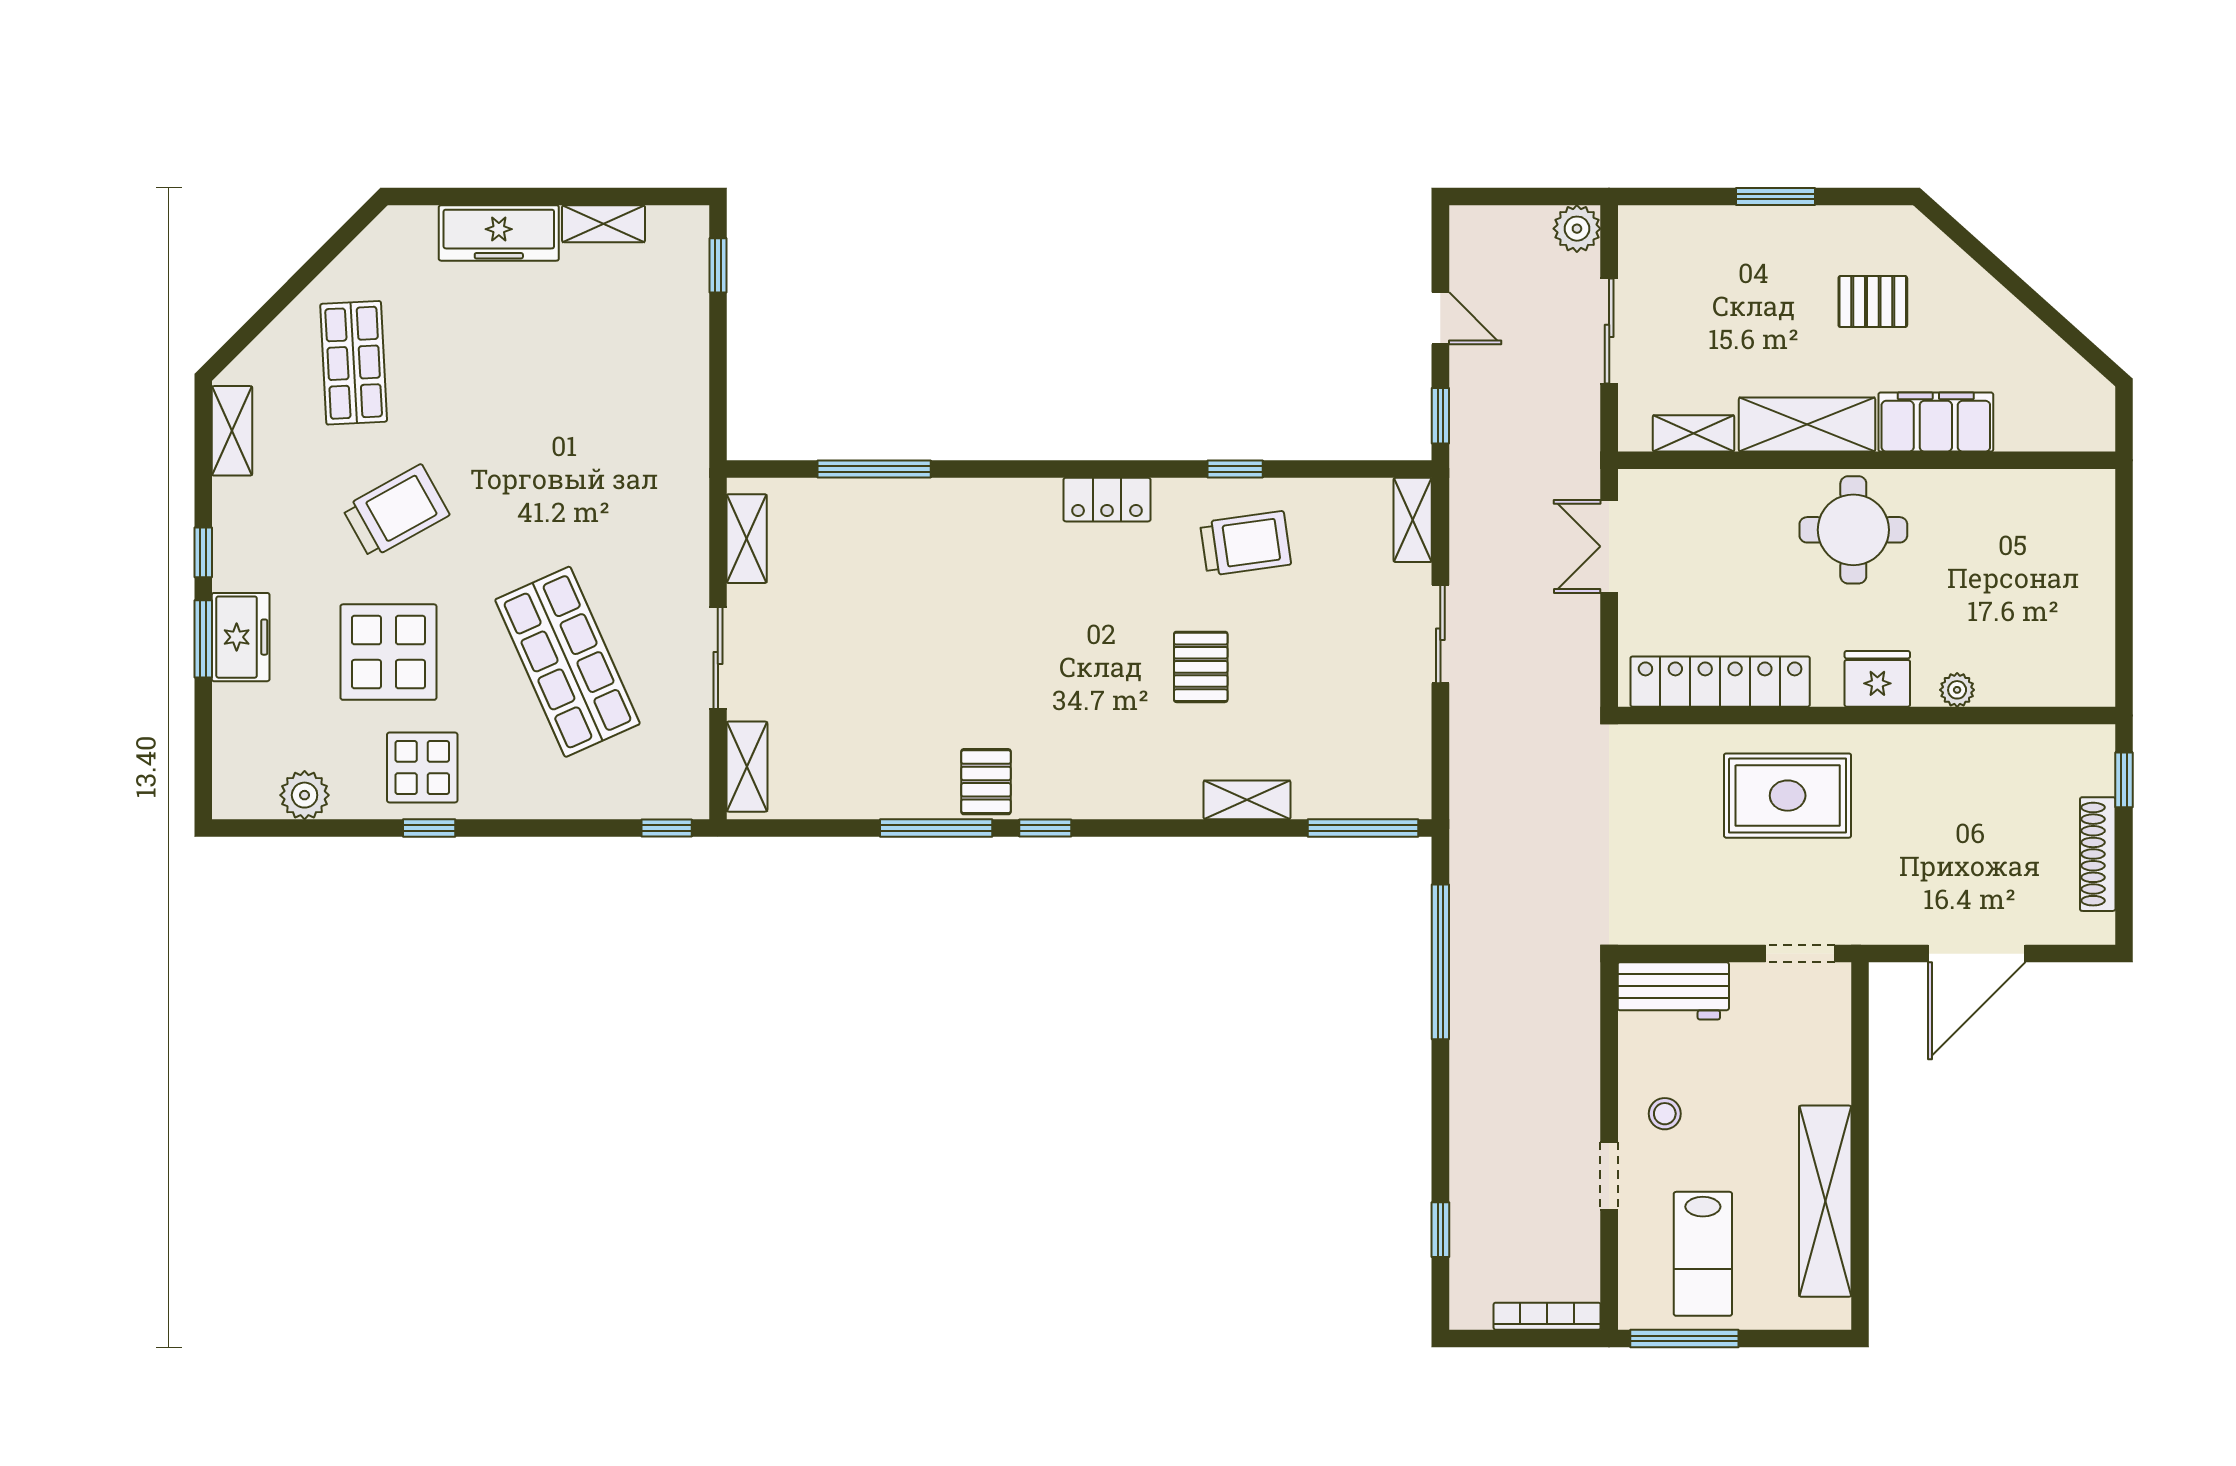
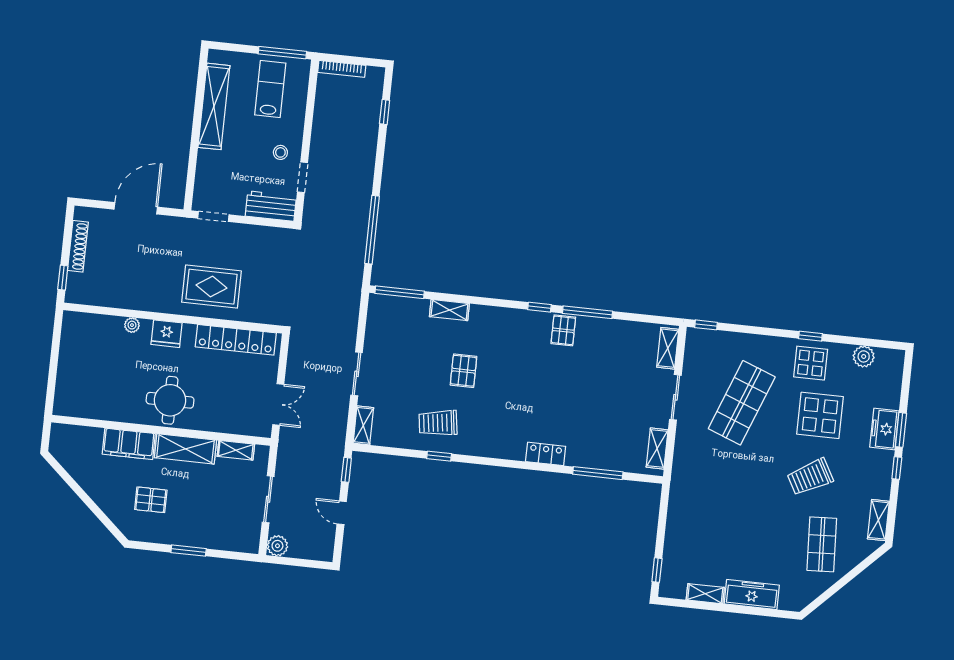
locker: (1107, 500) -> (546, 454), moved
shop shelf: (568, 662) -> (742, 403), turned 45
doorway: (1609, 1176) -> (303, 177), moved

